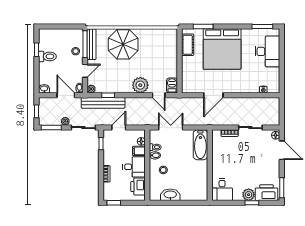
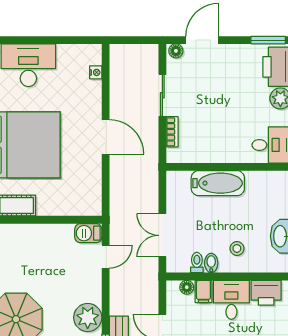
plant: (140, 85) -> (88, 318), moved
door: (213, 95) -> (106, 137), moved
bathtub: (200, 145) -> (218, 183), moved

